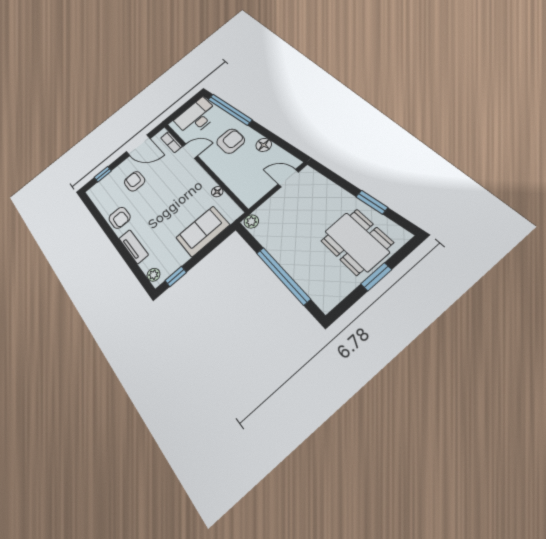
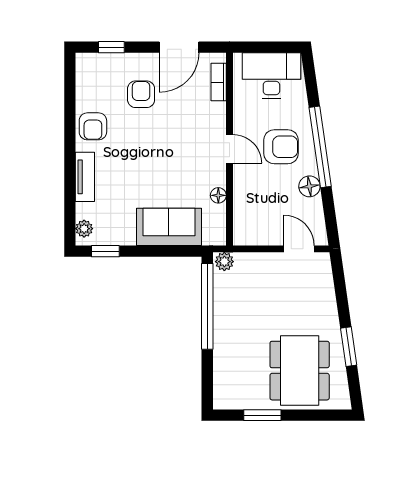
window: (230, 109) -> (320, 147), moved
door: (138, 145) -> (179, 47), hinge flipped
door: (190, 151) -> (229, 149), moved
window: (283, 275) -> (207, 306), moved
window: (376, 277) -> (262, 415), moved

